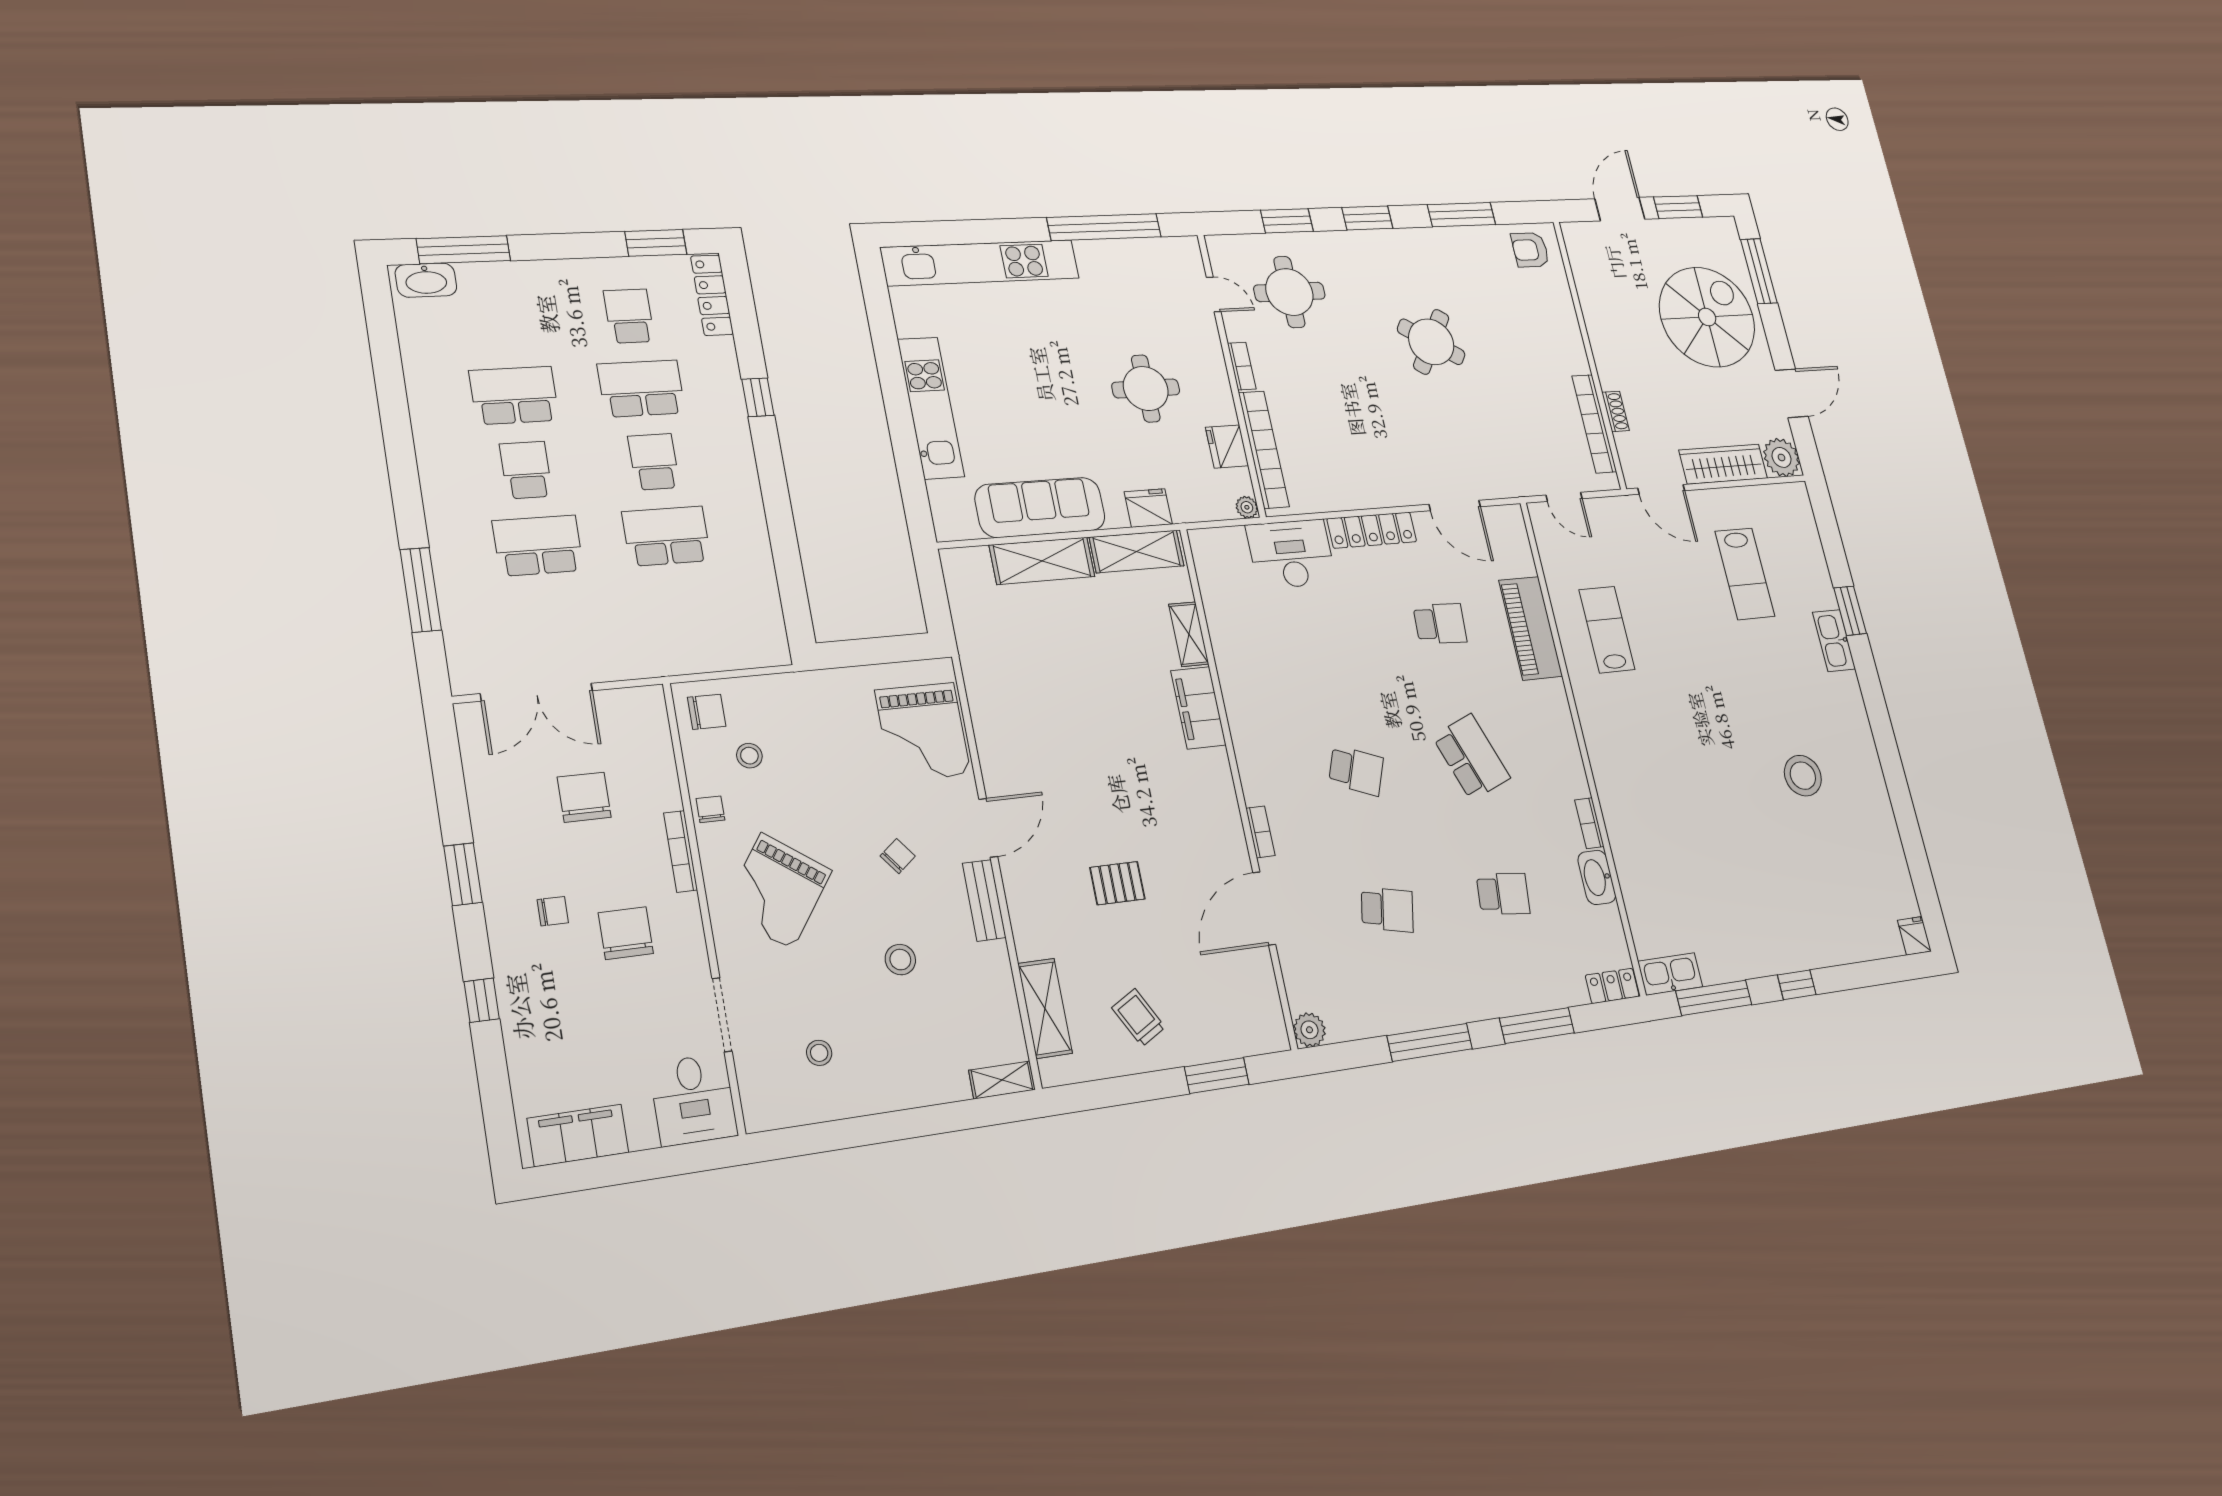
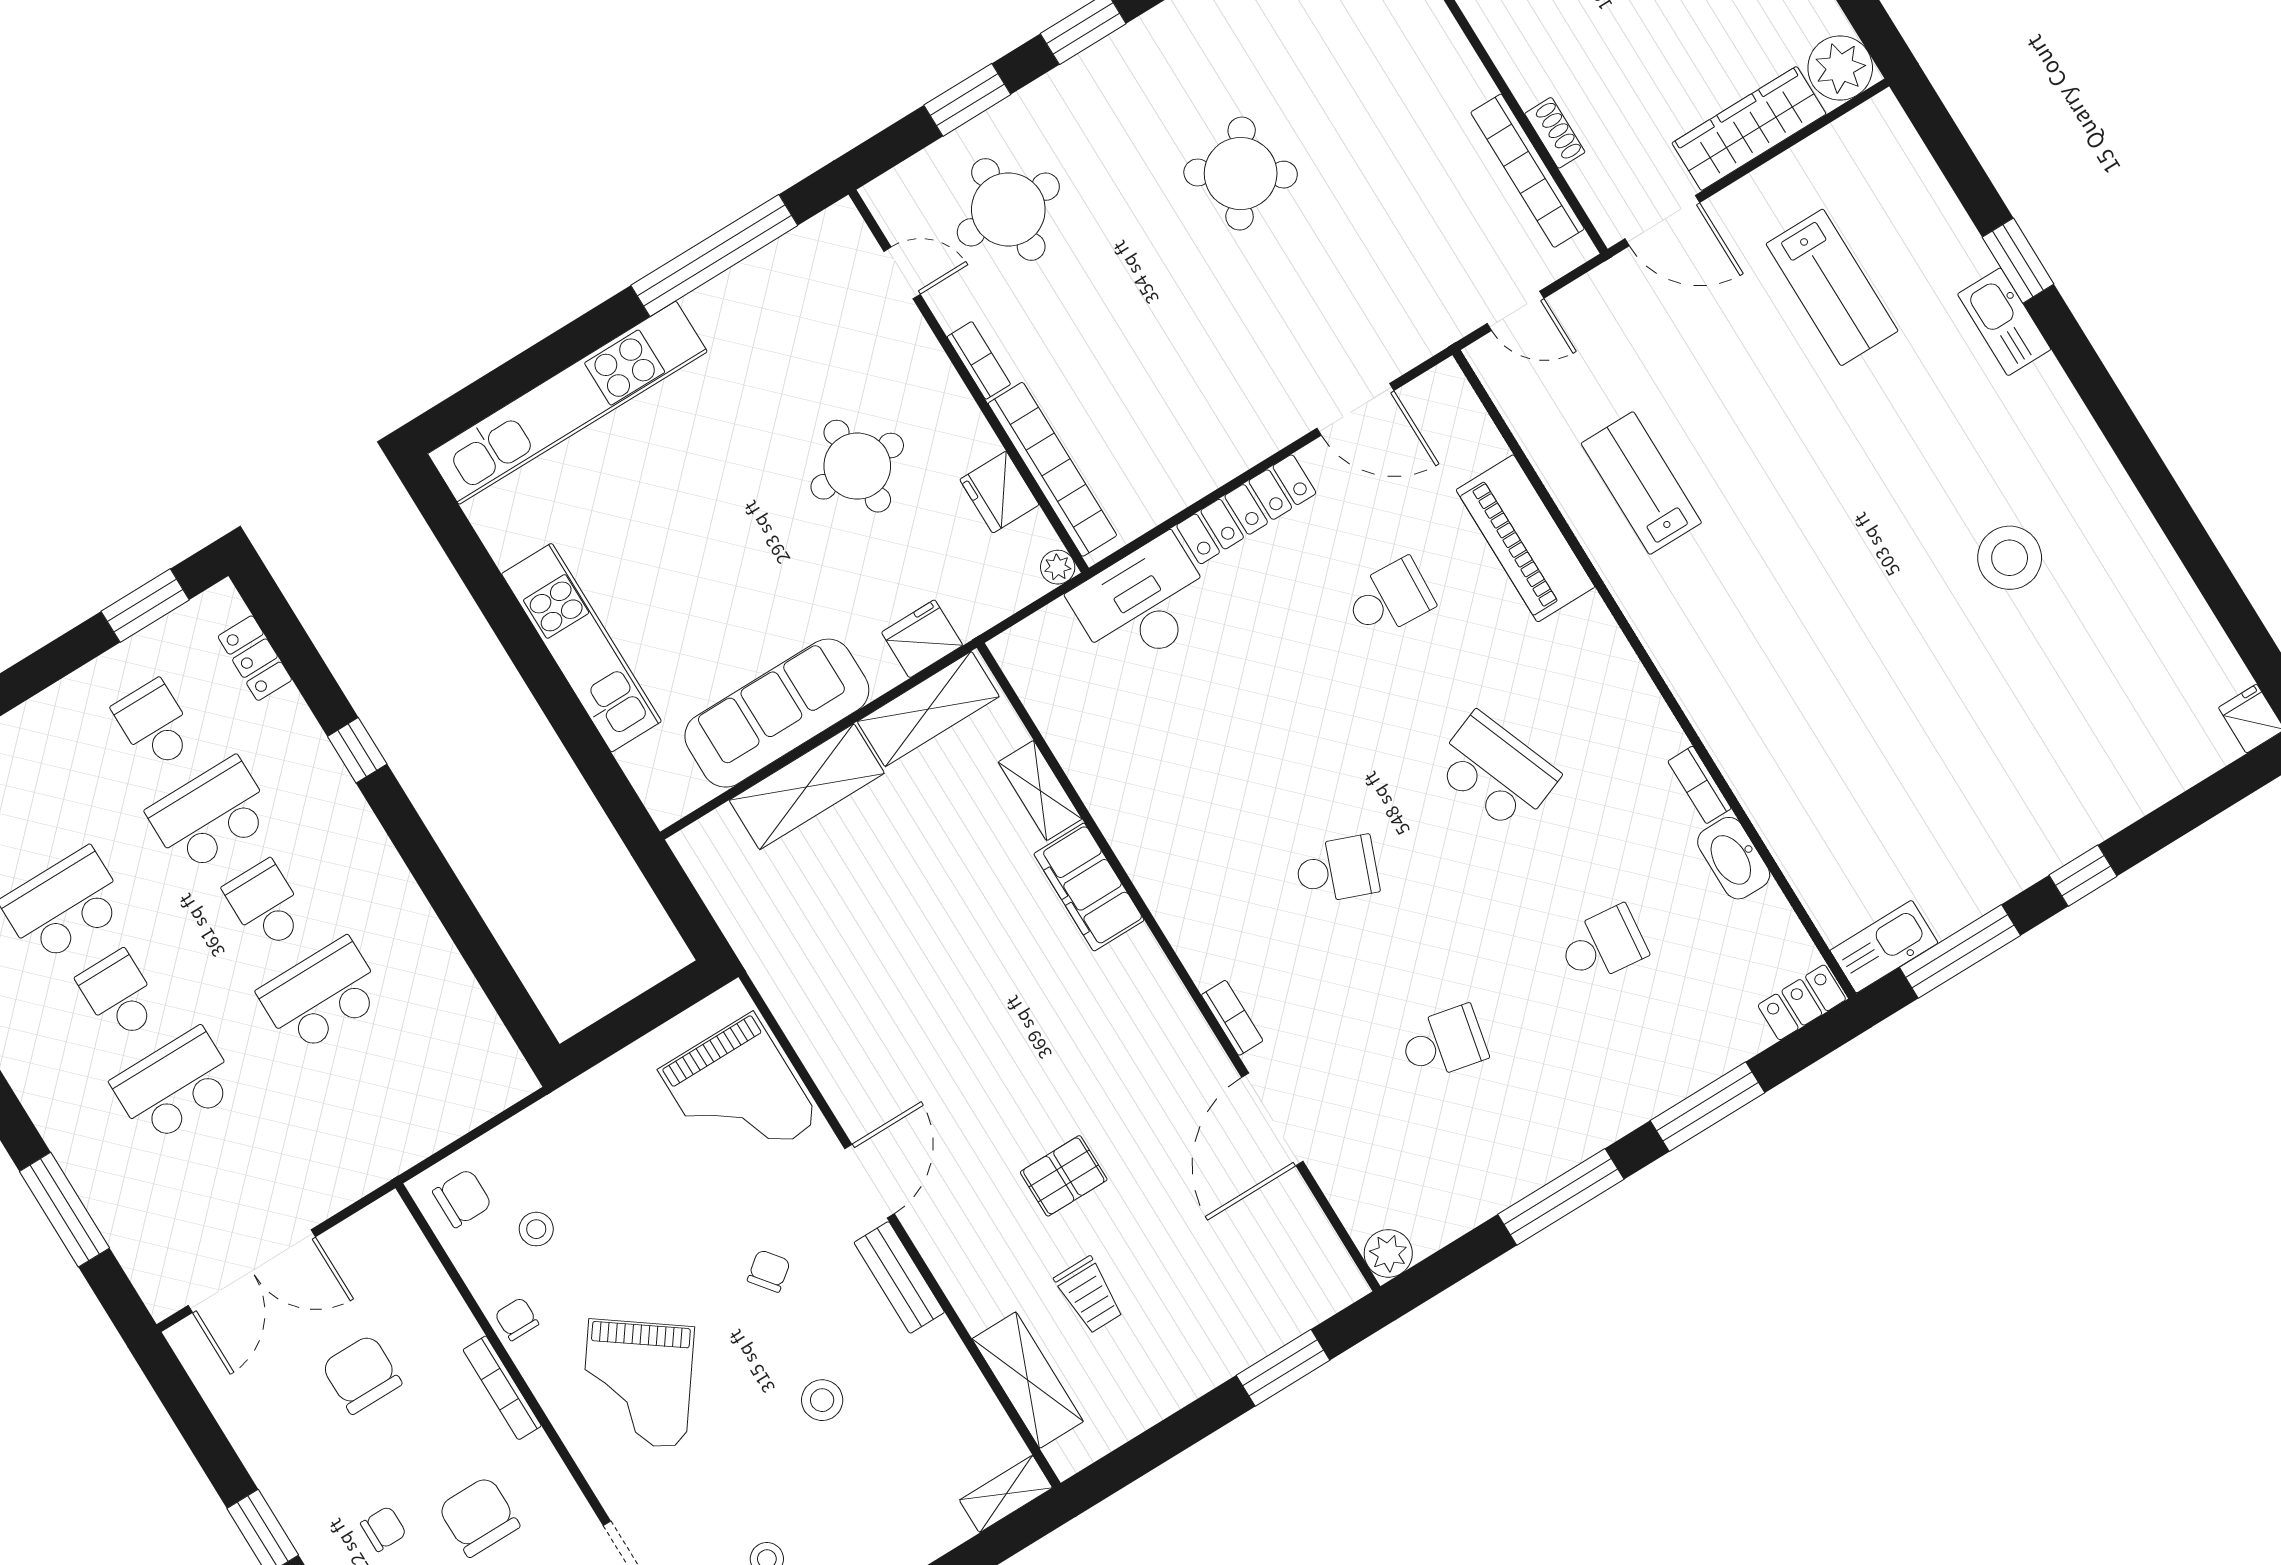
locker: (712, 295) -> (255, 658), width x0.66
trolley: (1138, 1017) -> (1089, 1295), moved, turned -151

